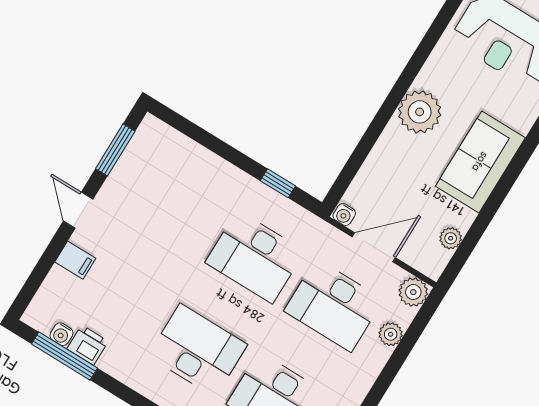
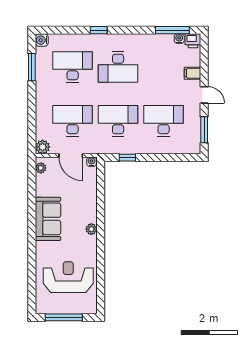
plant: (420, 112) -> (91, 229), width x0.53, depth x0.53
desk: (176, 208) -> (164, 121), added
plant: (451, 238) -> (41, 168), moved
door: (374, 247) -> (71, 156), hinge flipped
plant: (391, 334) -> (41, 123), removed
printer: (88, 345) -> (193, 41), moved

